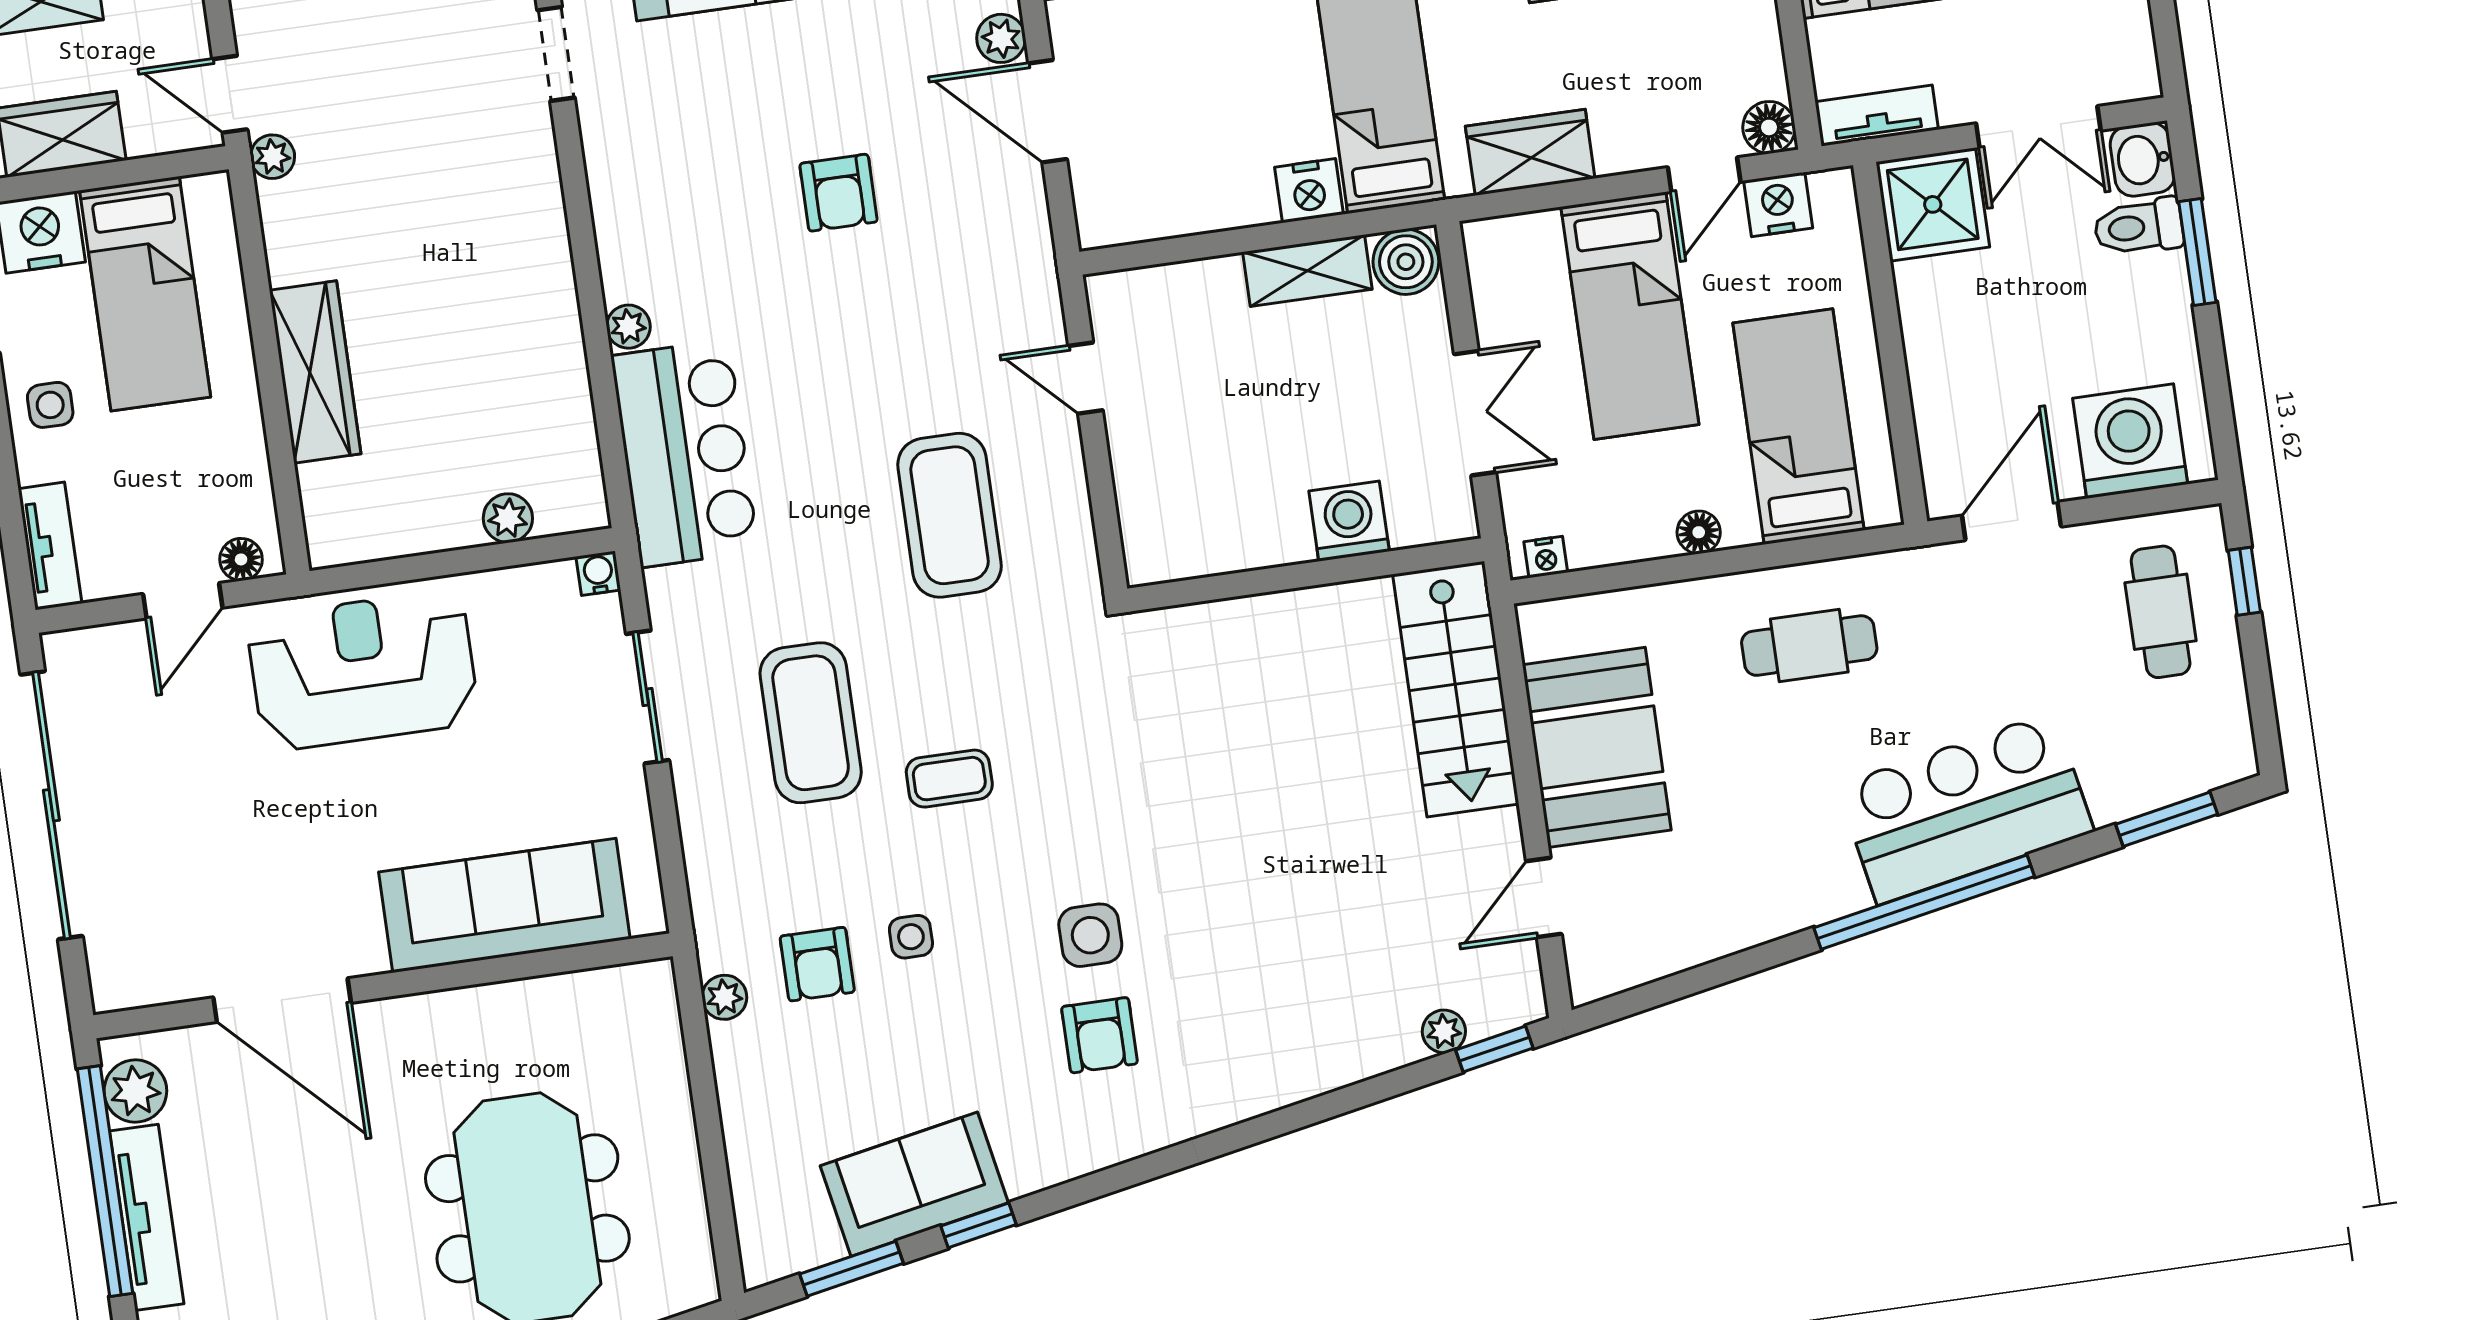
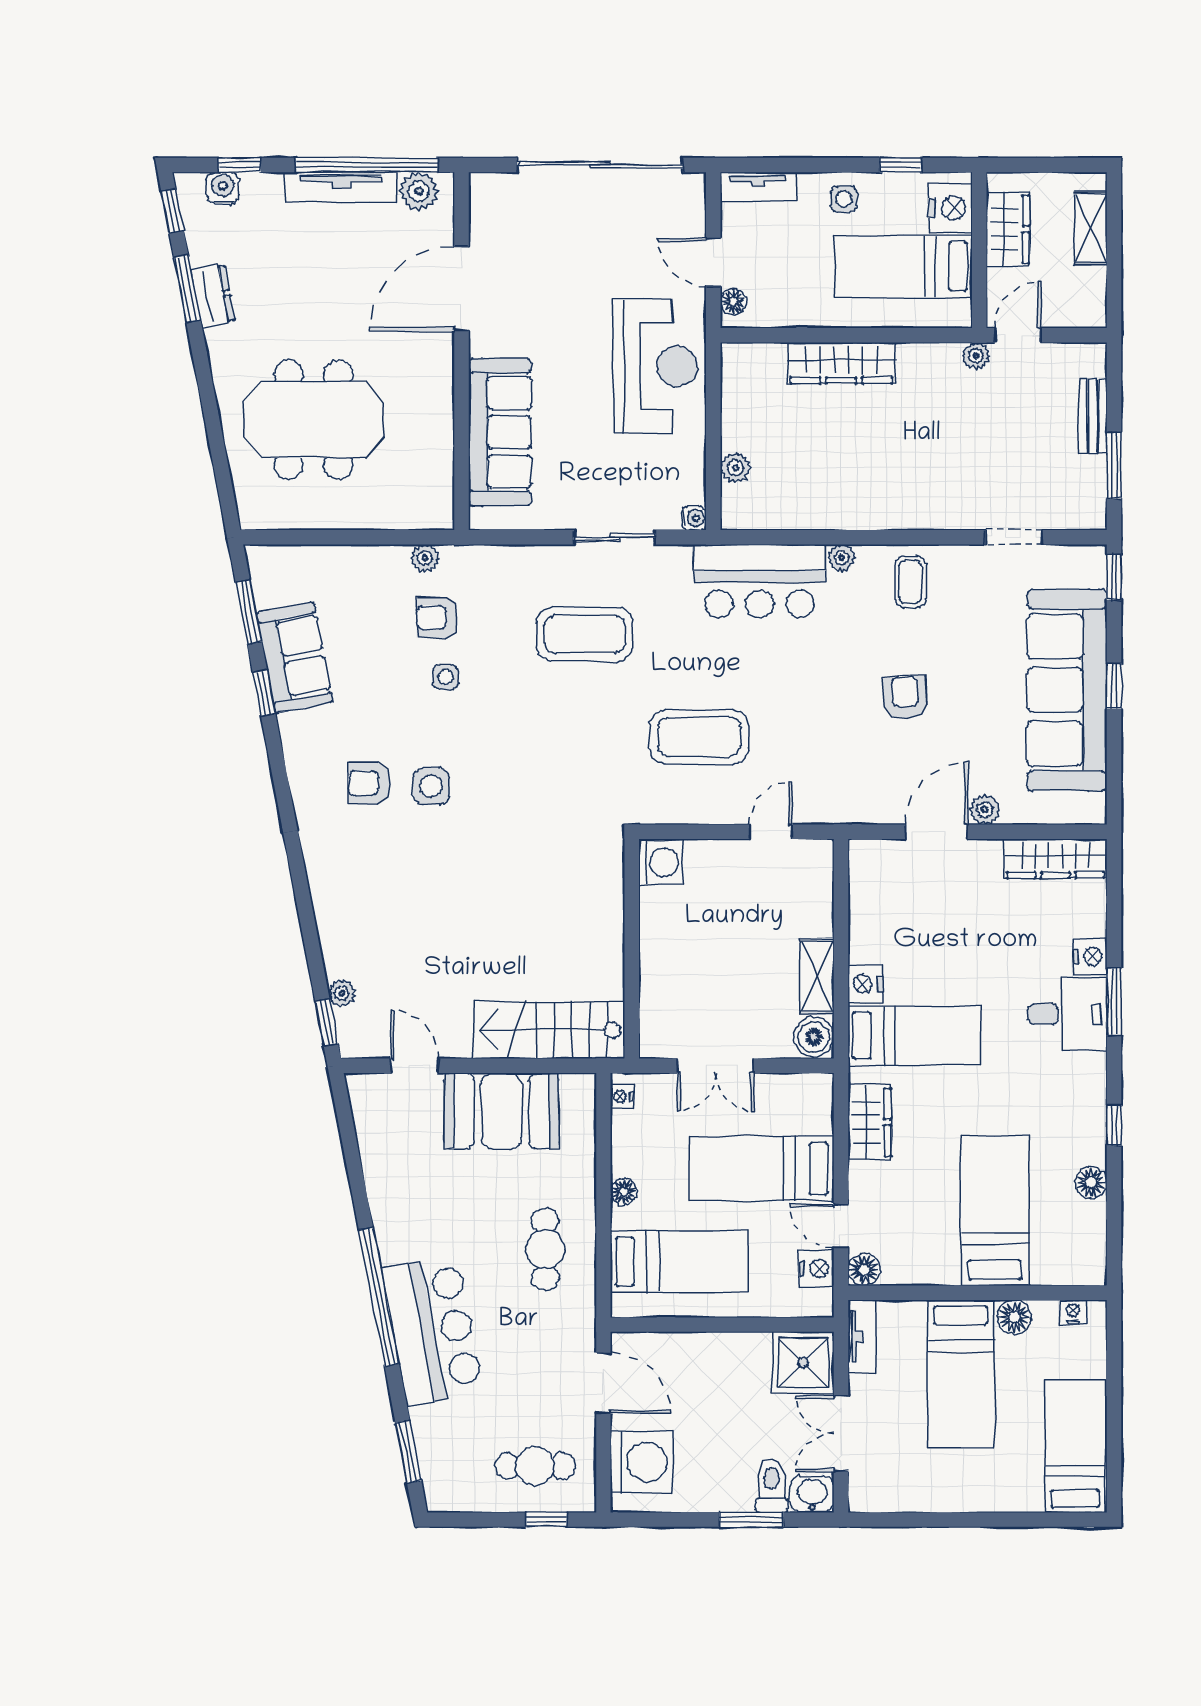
armchair: (839, 193) -> (905, 697), turned 86
washing machine: (1349, 521) -> (661, 862), moved
coffee table: (949, 779) -> (910, 582), moved

